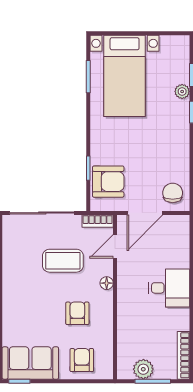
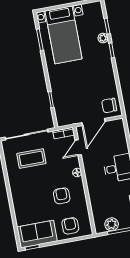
armchair: (108, 182) -> (66, 106), removed
chair: (173, 193) -> (109, 106), turned -90
coffee table: (63, 261) -> (31, 159), moved

